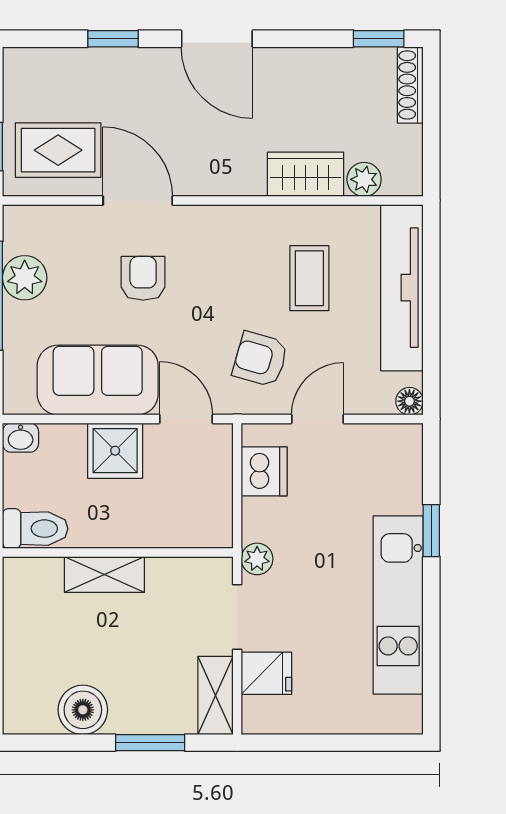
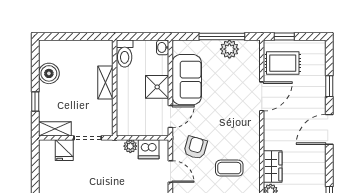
rug: (58, 150) -> (283, 63), turned 90
armchair: (143, 278) -> (229, 99), removed
plant: (257, 559) -> (130, 146), moved
window: (150, 743) -> (35, 102), width x0.67

